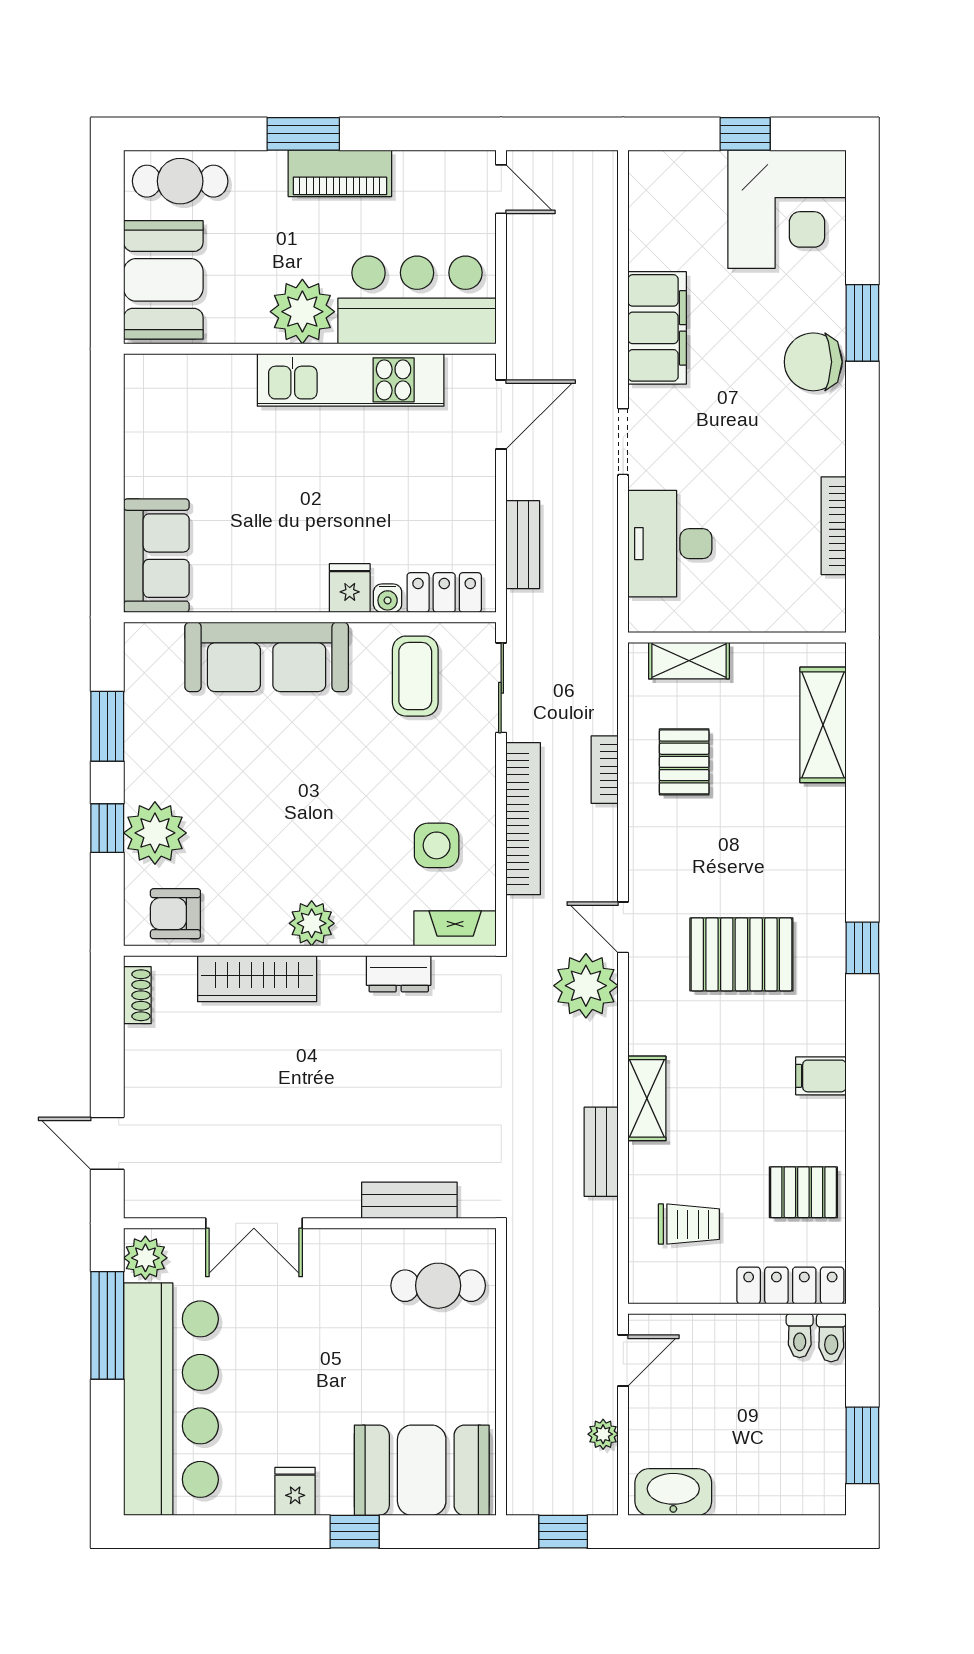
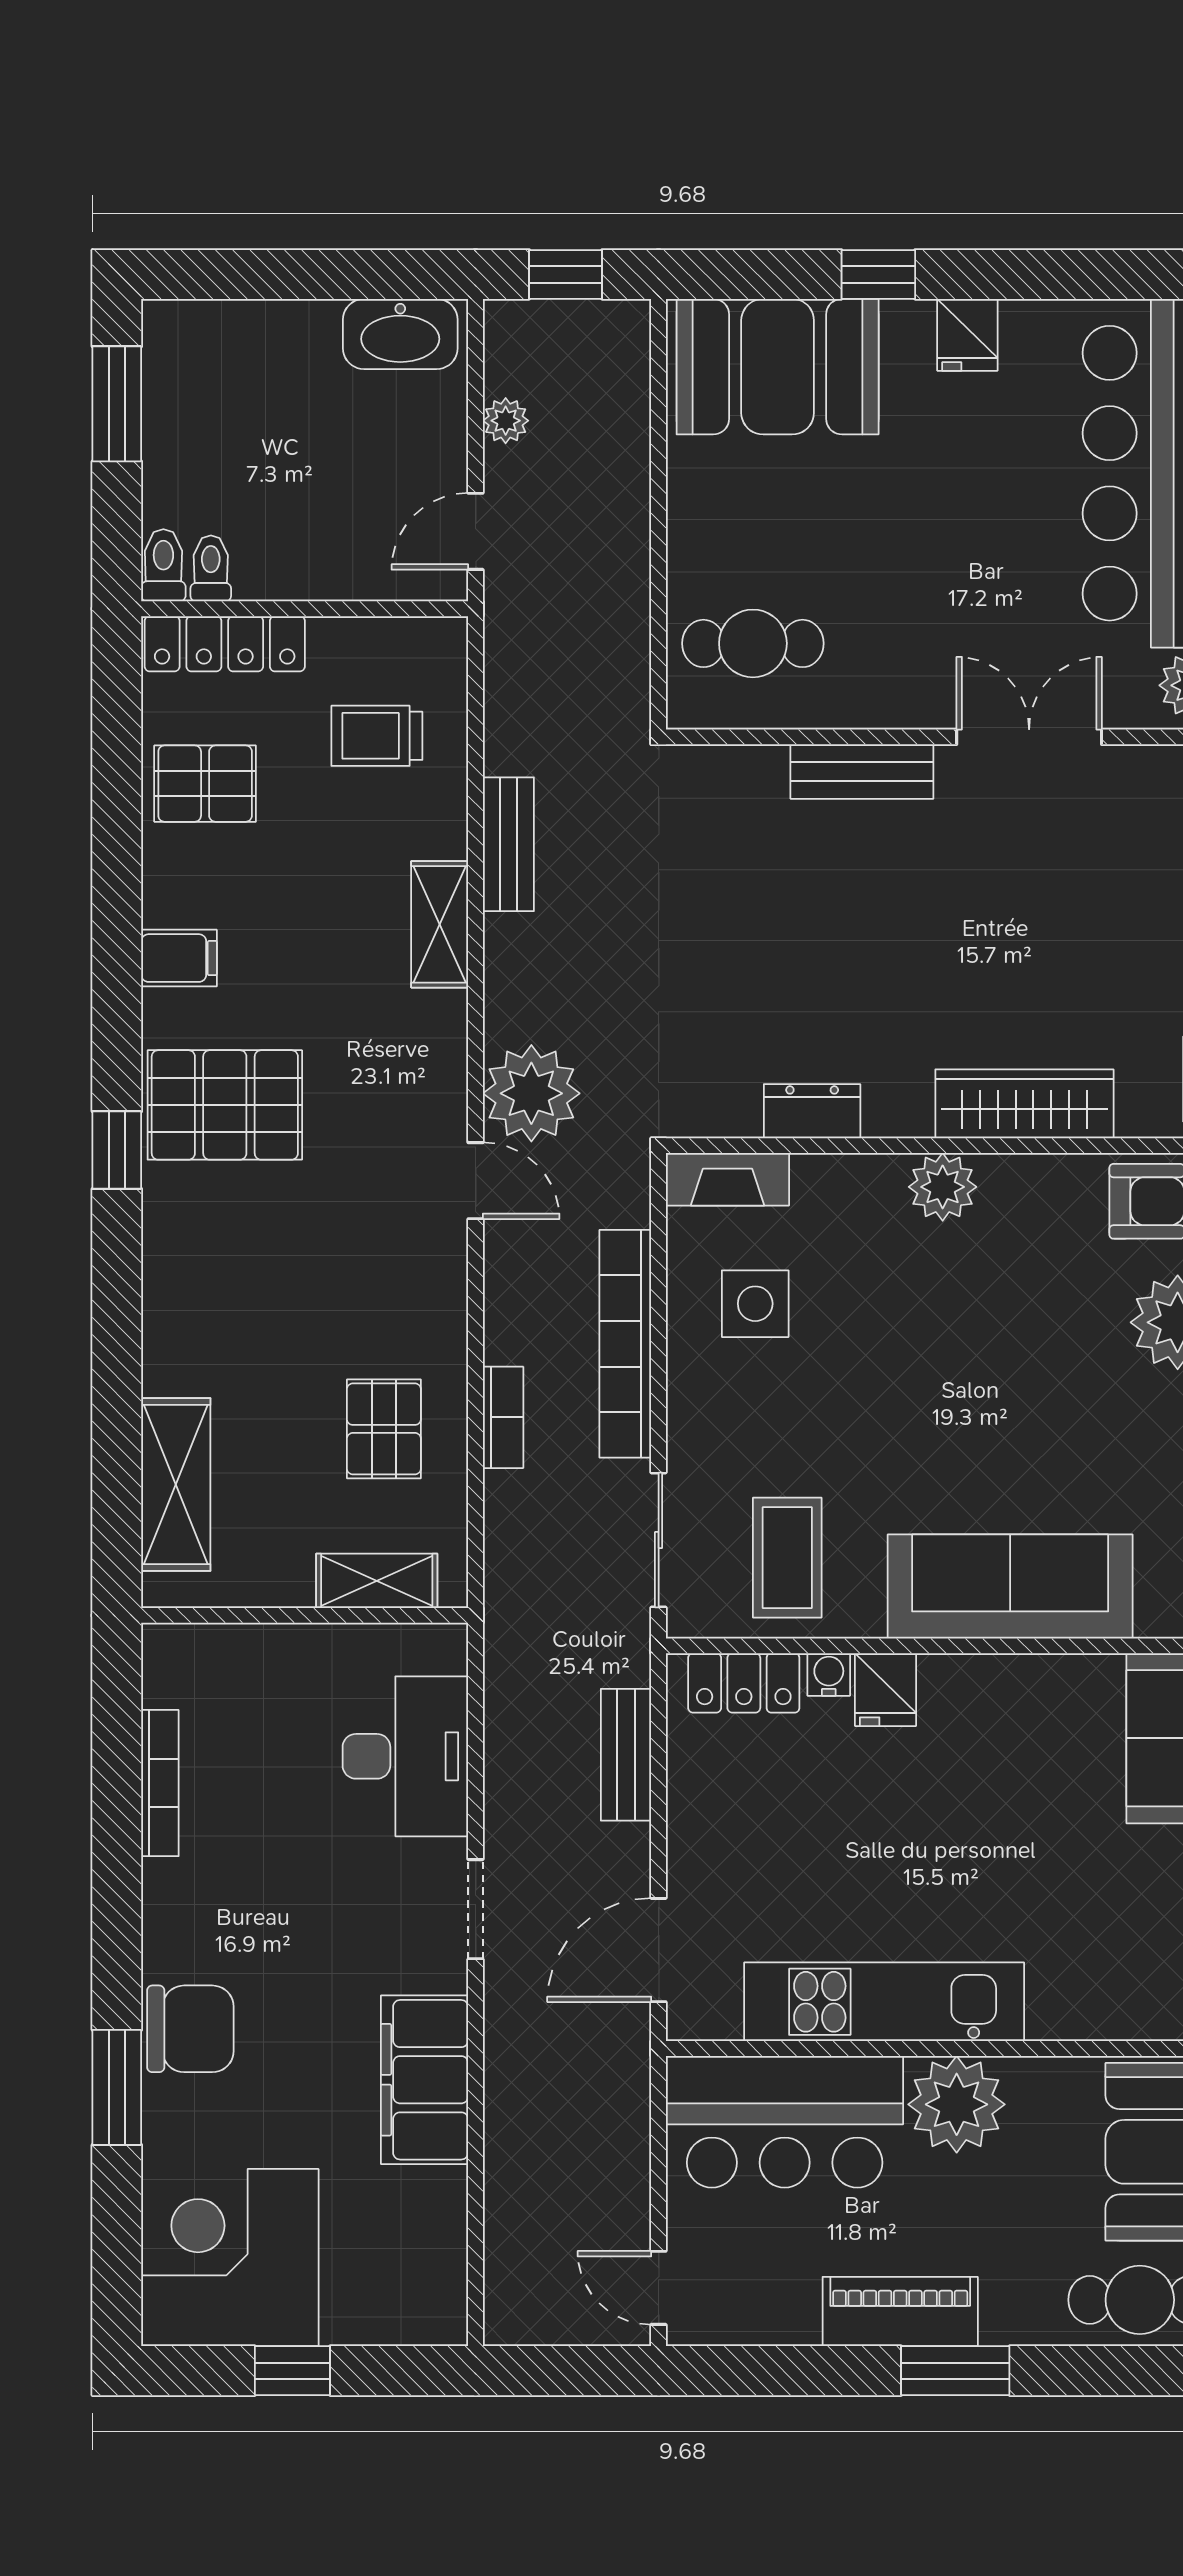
pallet: (741, 954) -> (225, 1105), moved
bench: (409, 1200) -> (862, 772), moved

